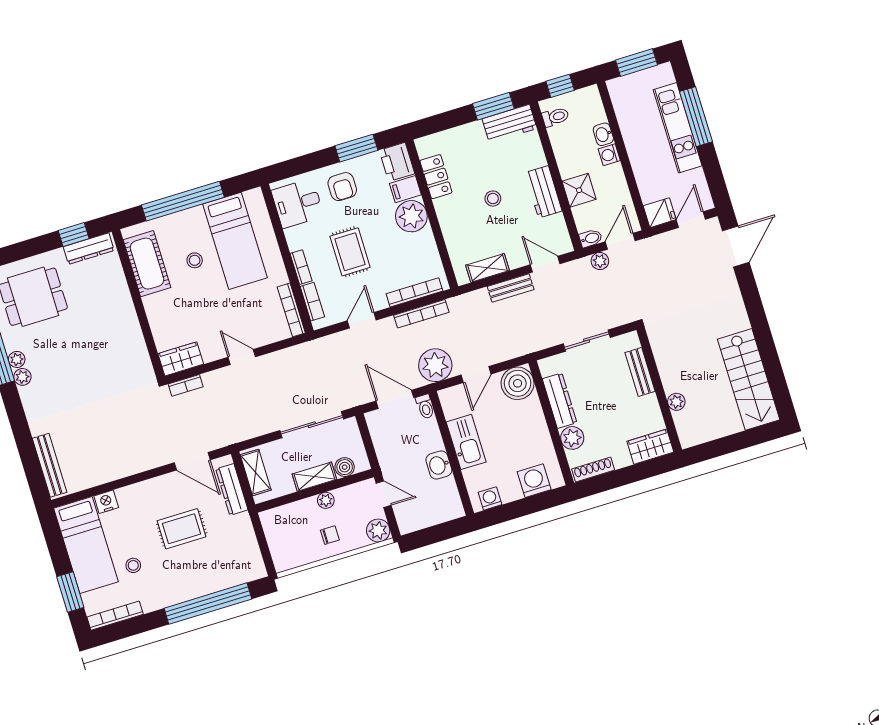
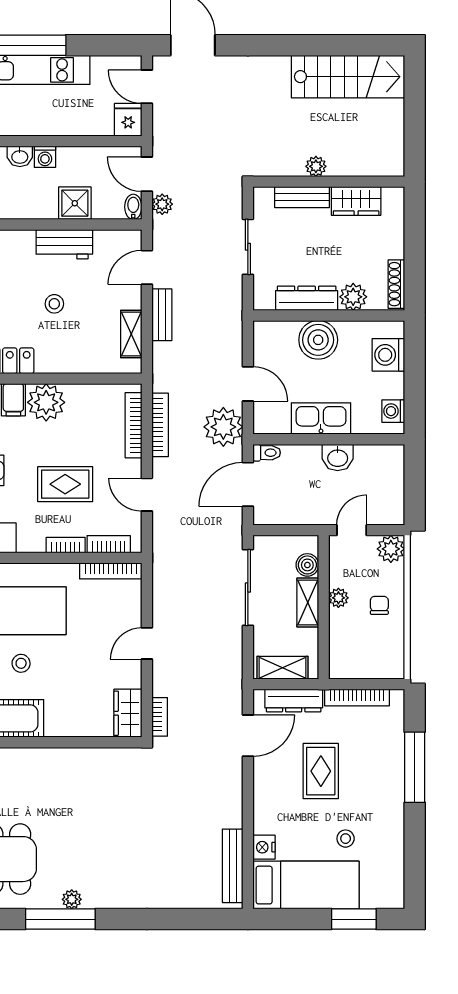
plant: (22, 377) -> (94, 899), removed
boiler: (518, 383) -> (318, 340), moved
plant: (676, 402) -> (316, 166), moved
wardrobe: (650, 447) -> (356, 201), moved, turned -90
bench: (50, 465) -> (233, 866), moved, turned 90
window: (208, 604) -> (415, 767), width x0.68
bookcase: (115, 616) -> (357, 698), moved, turned -90

